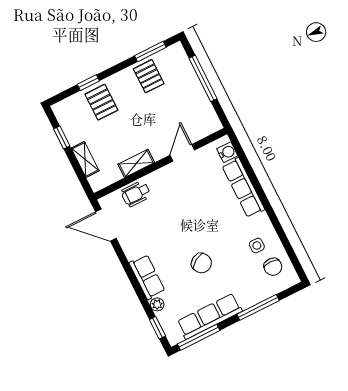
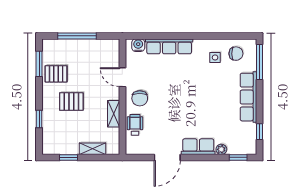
pallet: (101, 102) -> (71, 102), moved
wheelchair: (136, 194) -> (135, 125), turned 180
door: (106, 225) -> (167, 157), moved
chair: (201, 263) -> (140, 98), moved, turned 121
window: (258, 307) -> (259, 62), moved
row of seats: (210, 316) -> (248, 97), moved
window: (199, 337) -> (259, 132), width x0.46

